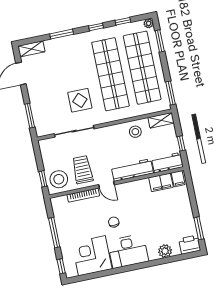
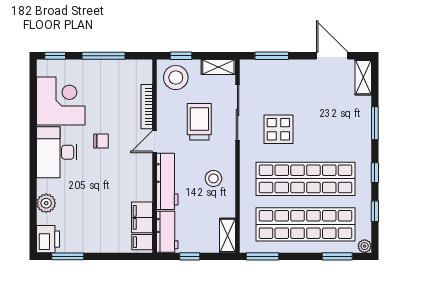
stool: (135, 132) -> (213, 178), moved
shelving: (45, 151) -> (218, 67), added
trolley: (82, 170) -> (199, 122), moved, turned -90

